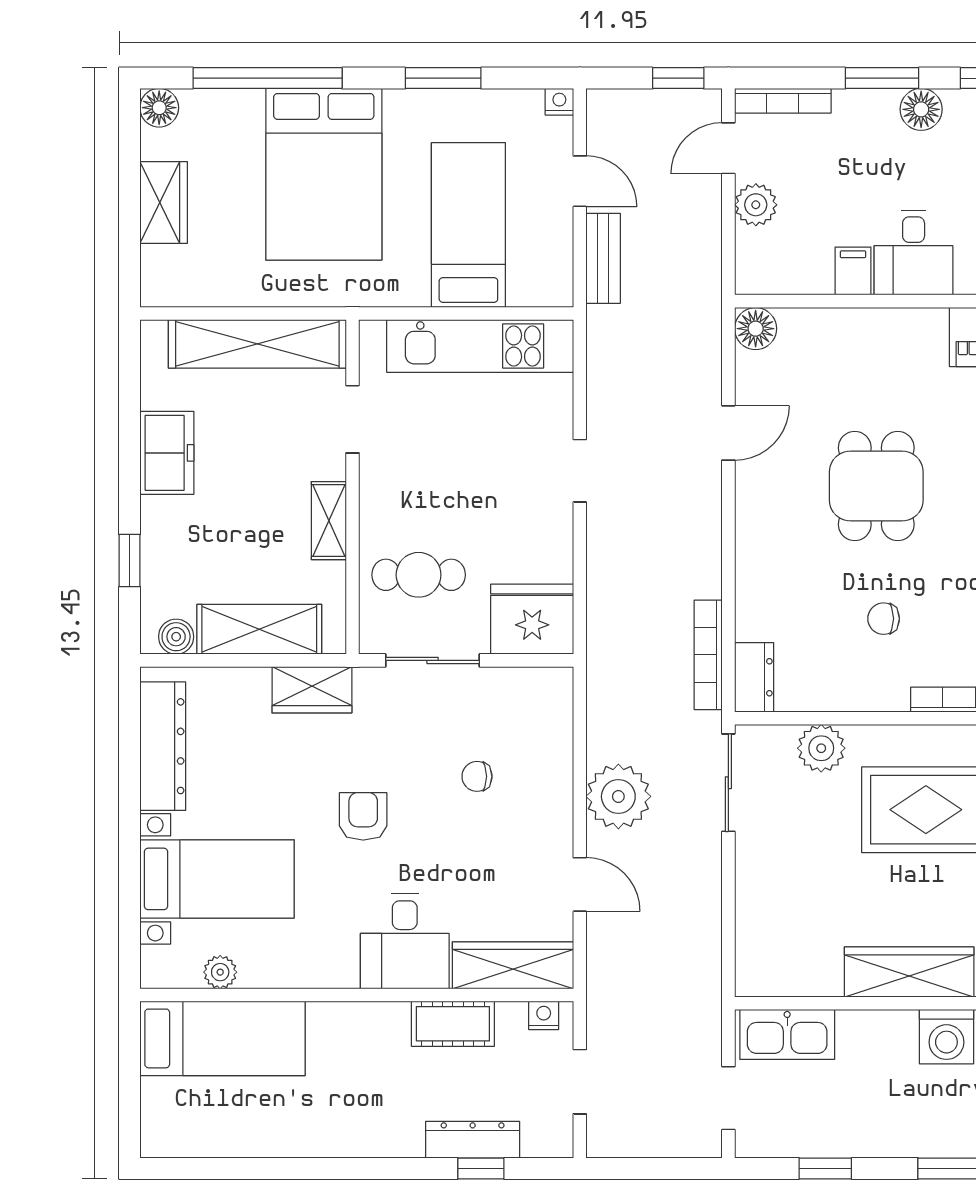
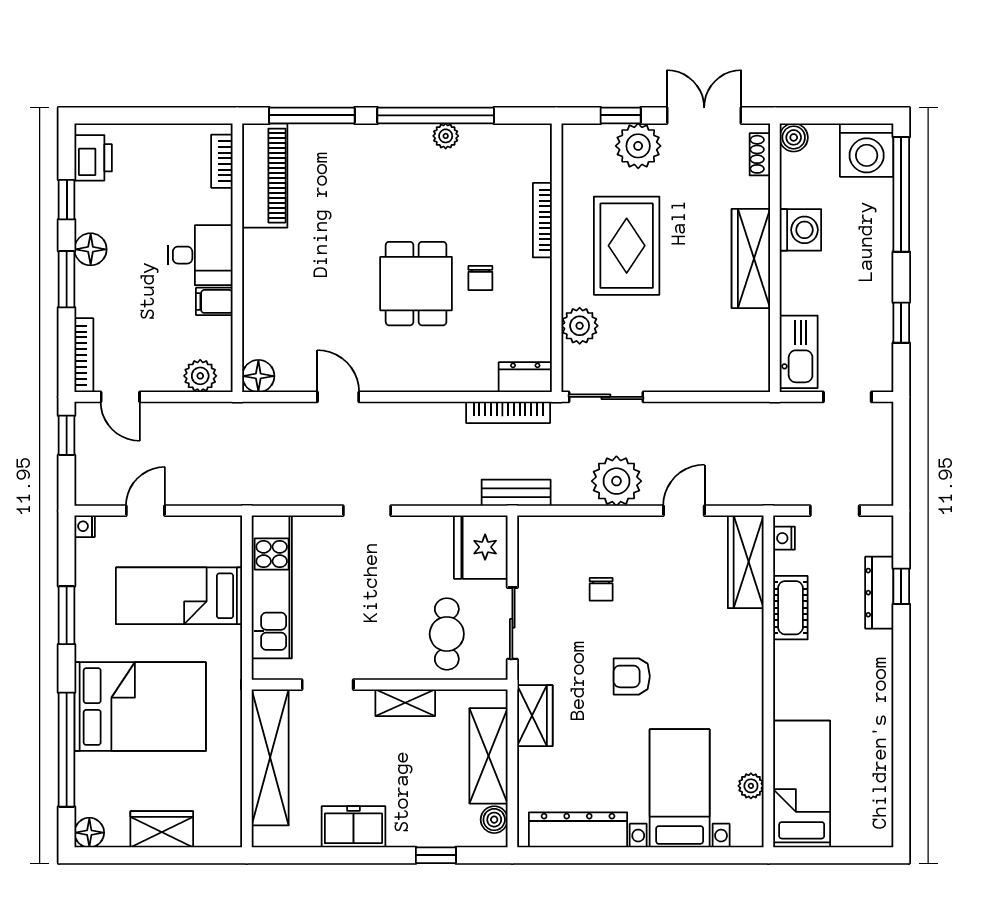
plant: (756, 205) -> (200, 376), moved
bench: (603, 258) -> (516, 493), moved
dining table: (876, 486) -> (416, 284), moved, turned 90
desk: (405, 941) -> (727, 645), removed

